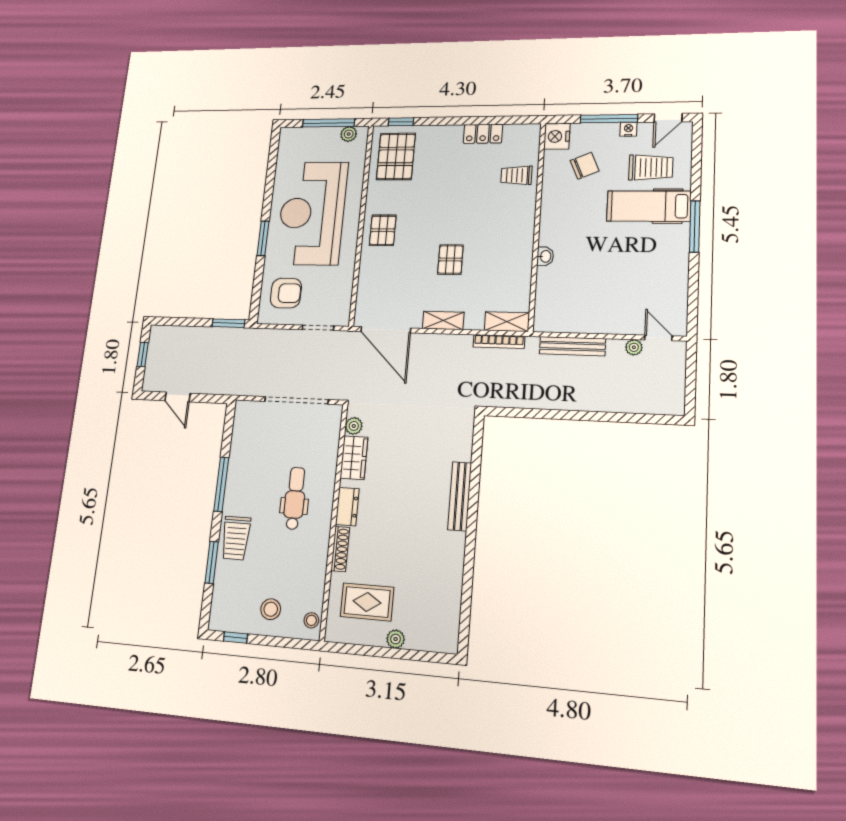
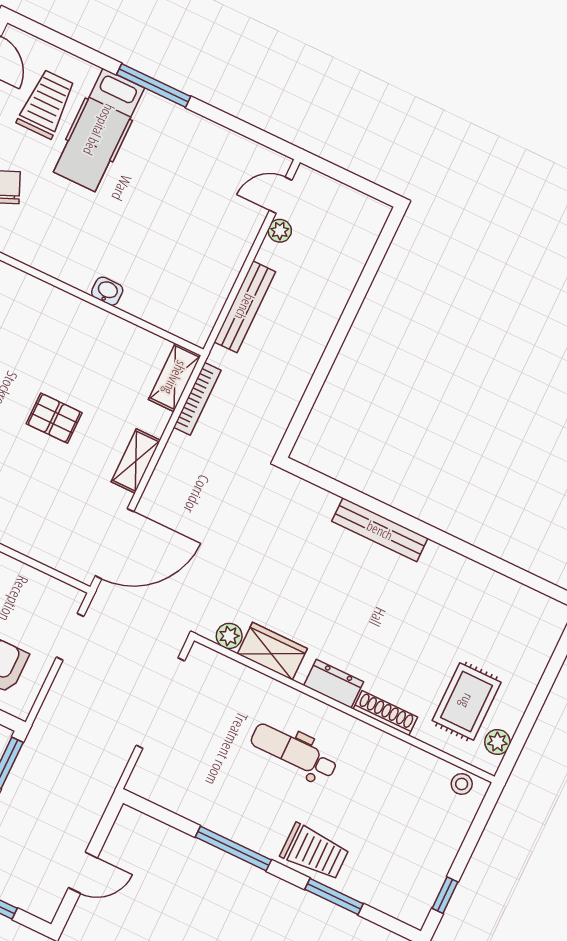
stool: (271, 609) -> (427, 835), removed
plant: (396, 639) -> (497, 742), moved

